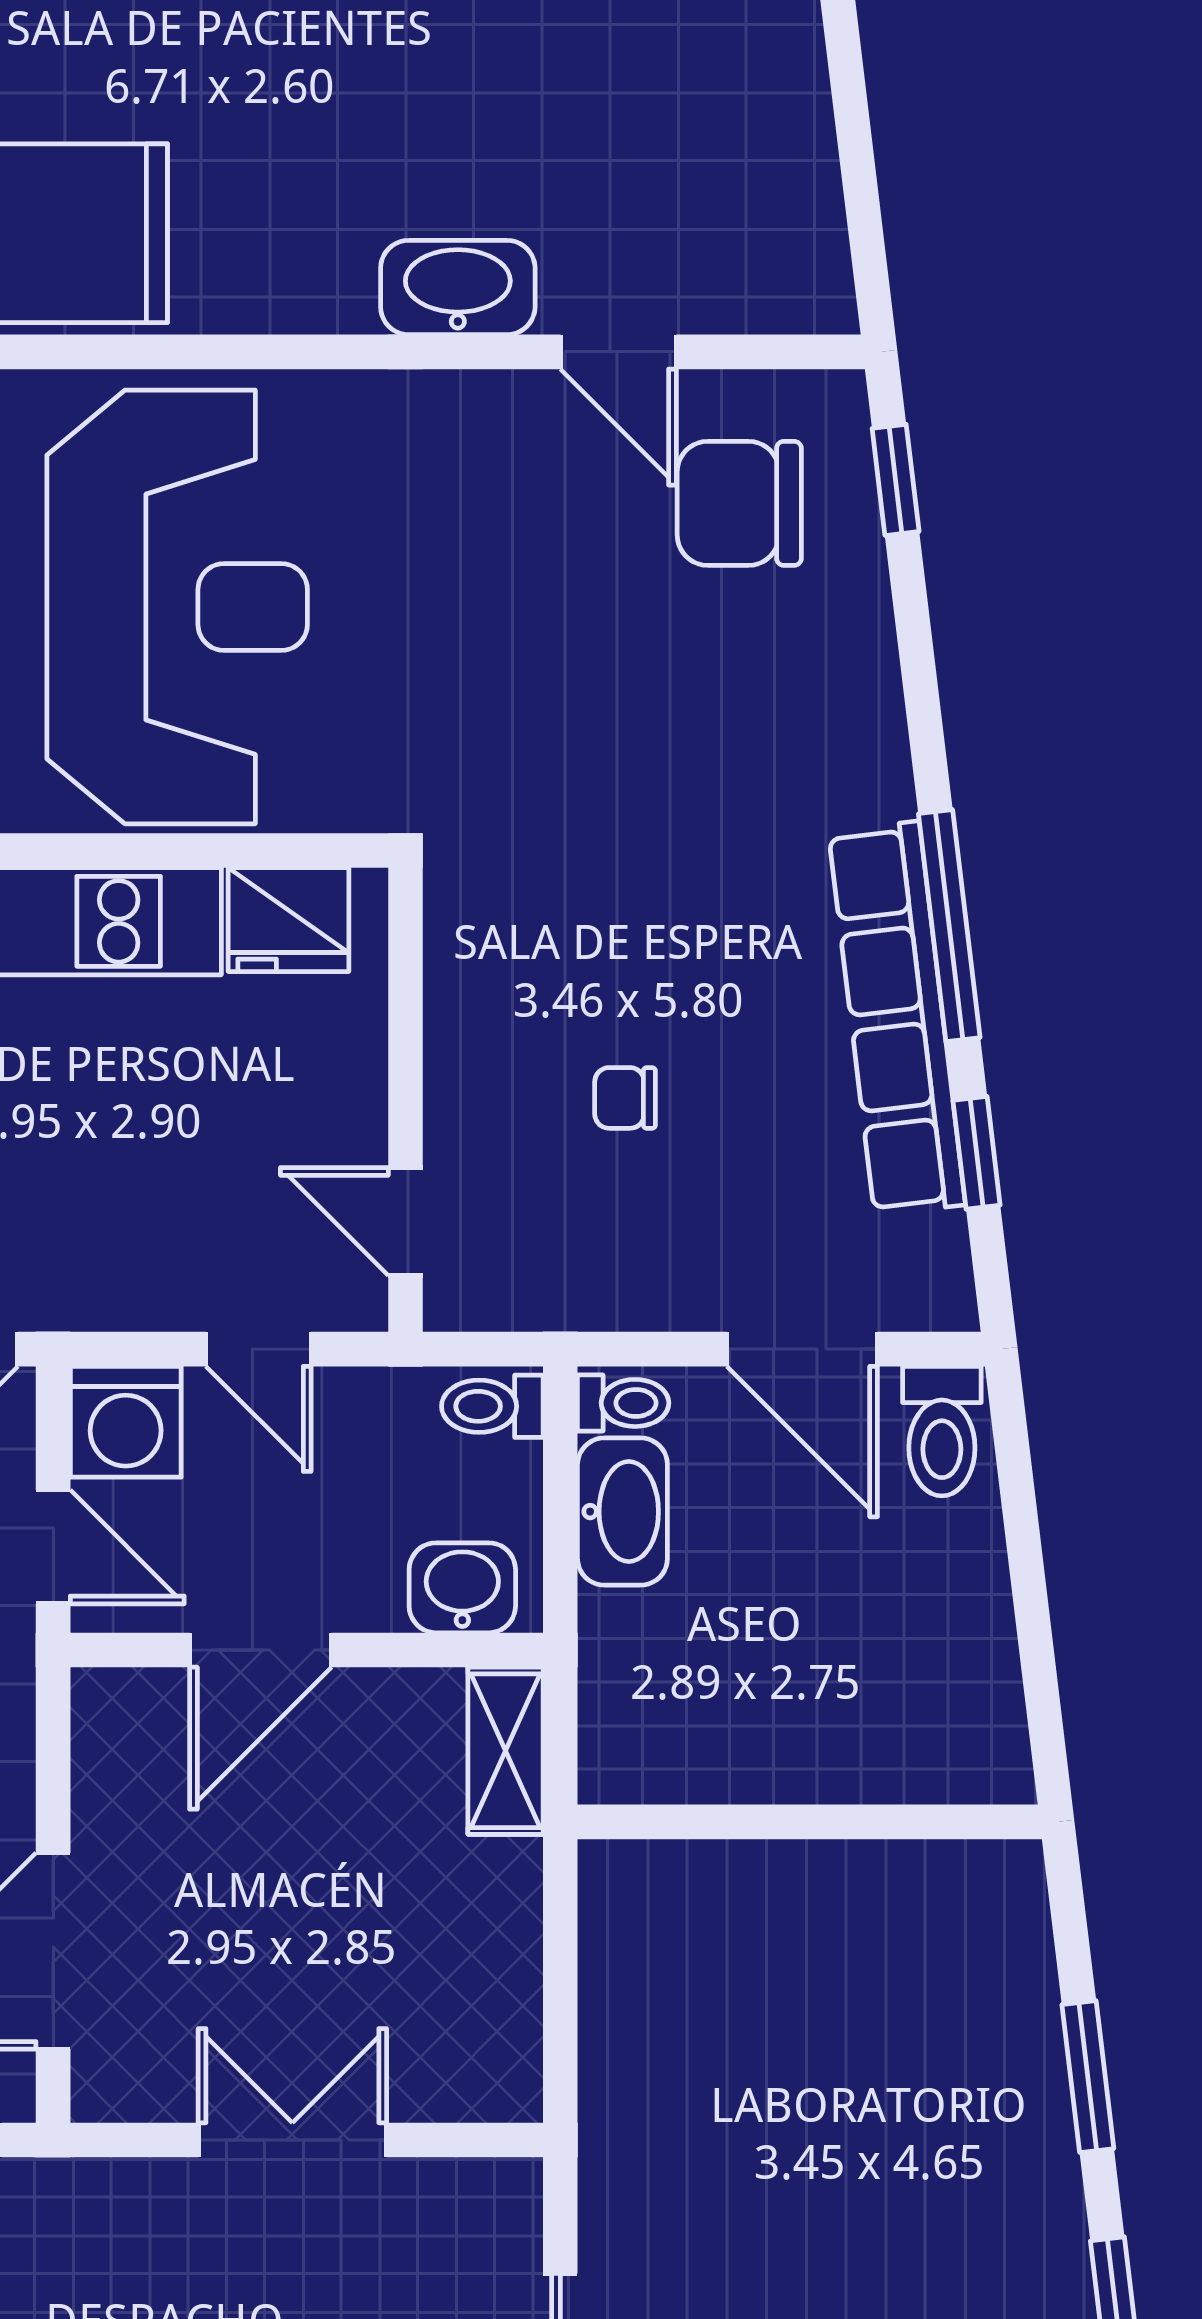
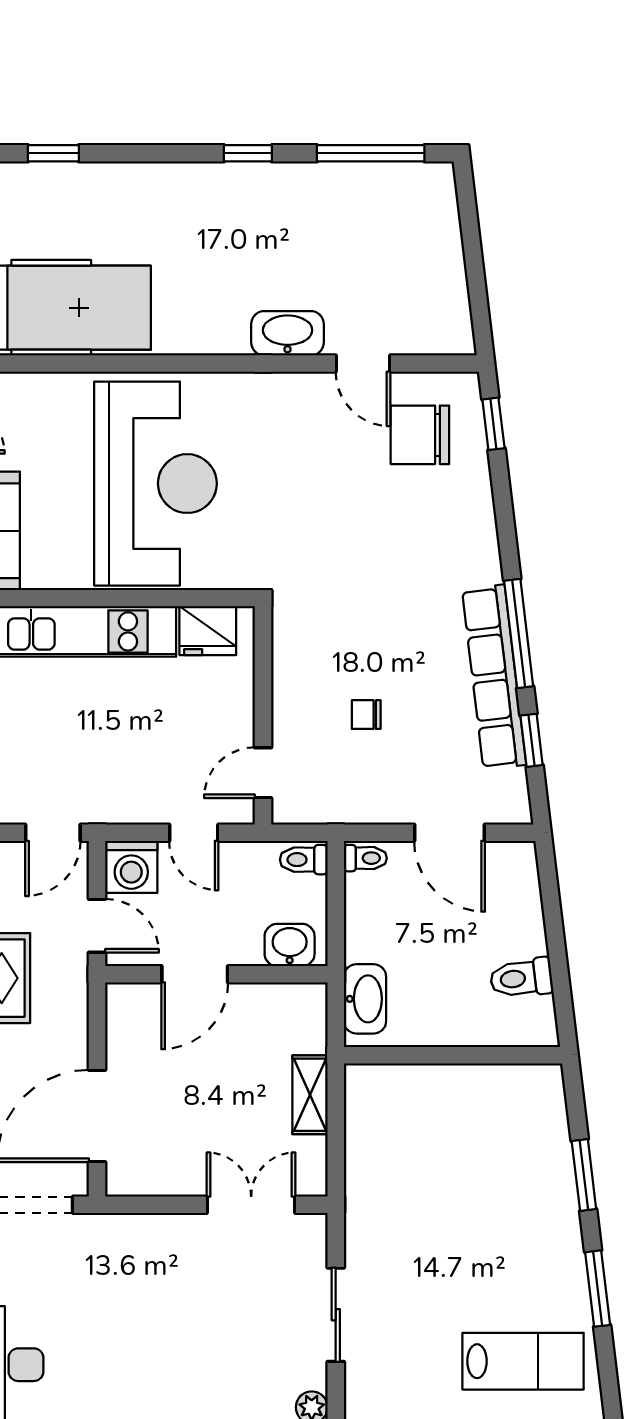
door: (406, 1222) -> (263, 773), hinge flipped
toilet: (942, 1431) -> (521, 978), moved, turned 83
washbasin: (622, 1512) -> (365, 999), moved
shelving: (505, 1751) -> (310, 1095), moved
double door: (292, 2140) -> (251, 1205), moved

